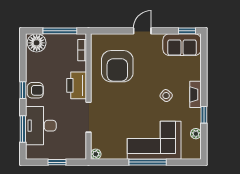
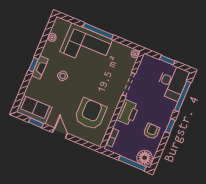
window: (60, 31) -> (132, 163), moved
door: (142, 31) -> (60, 133), swing flipped
window: (187, 31) -> (36, 123), moved
armchair: (35, 90) -> (152, 131), moved, turned 90
window: (204, 115) -> (33, 65), moved
desk: (41, 126) -> (172, 82), moved
window: (23, 129) -> (183, 96), width x1.44

